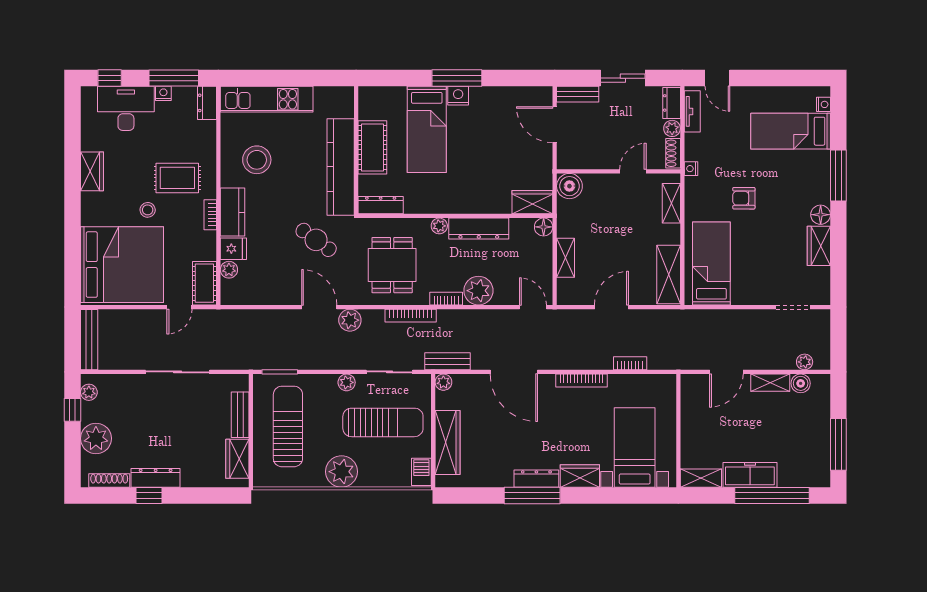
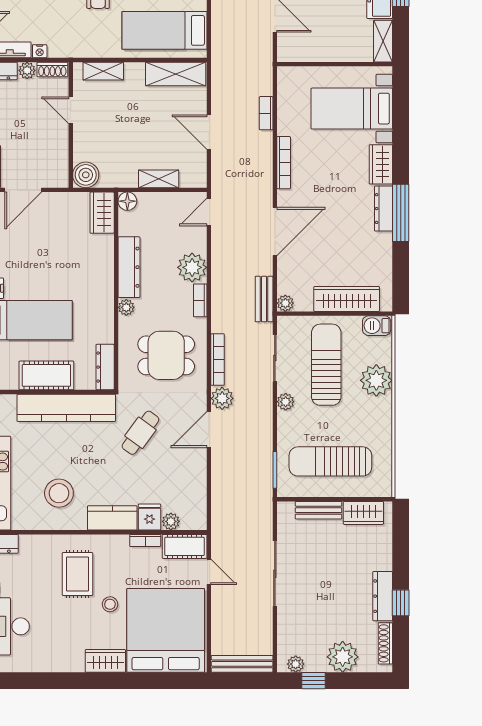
nightstand: (691, 169) -> (40, 51), moved
wardrobe: (92, 171) -> (105, 661), moved
bookcase: (210, 215) -> (145, 540), moved
bookcase: (411, 316) -> (218, 360), moved
plant: (342, 472) -> (376, 380), moved

